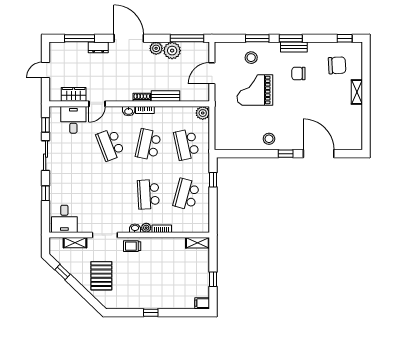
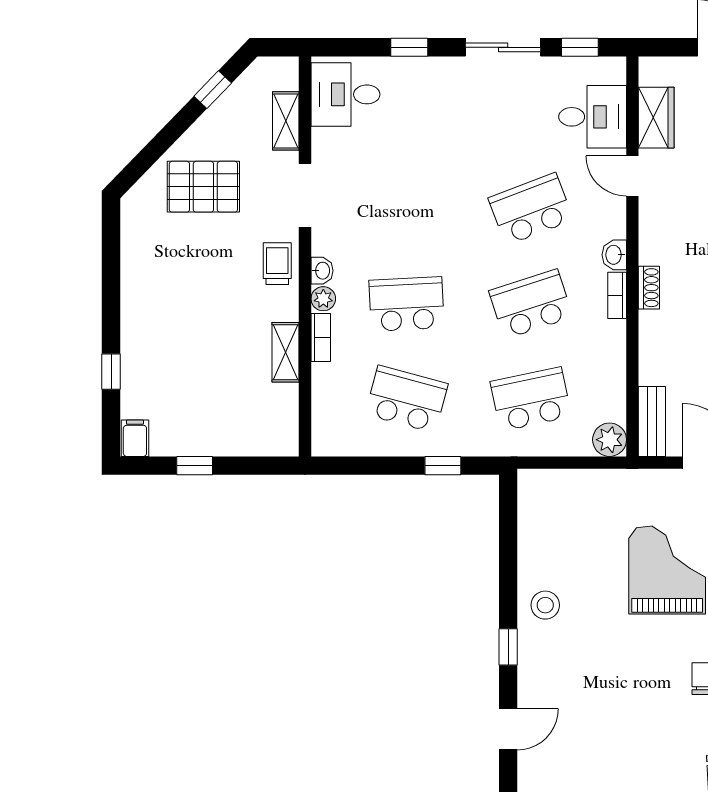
bench: (165, 96) -> (652, 421), moved
school desk: (148, 145) -> (531, 304), turned -30
door: (319, 154) -> (508, 729), width x0.53
shelving: (197, 243) -> (286, 352), moved
window: (151, 313) -> (111, 372), moved

